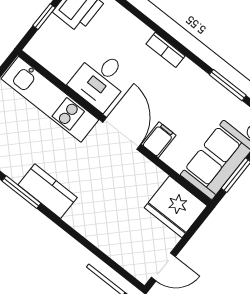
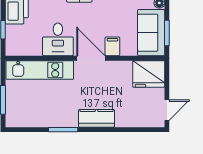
kitchen counter: (48, 191) -> (97, 118), moved

